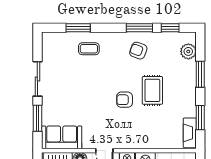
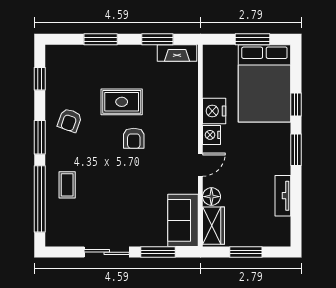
window: (78, 28) -> (40, 199), width x2.11
window: (139, 28) -> (40, 137), moved
plant: (188, 51) -> (71, 55), removed

